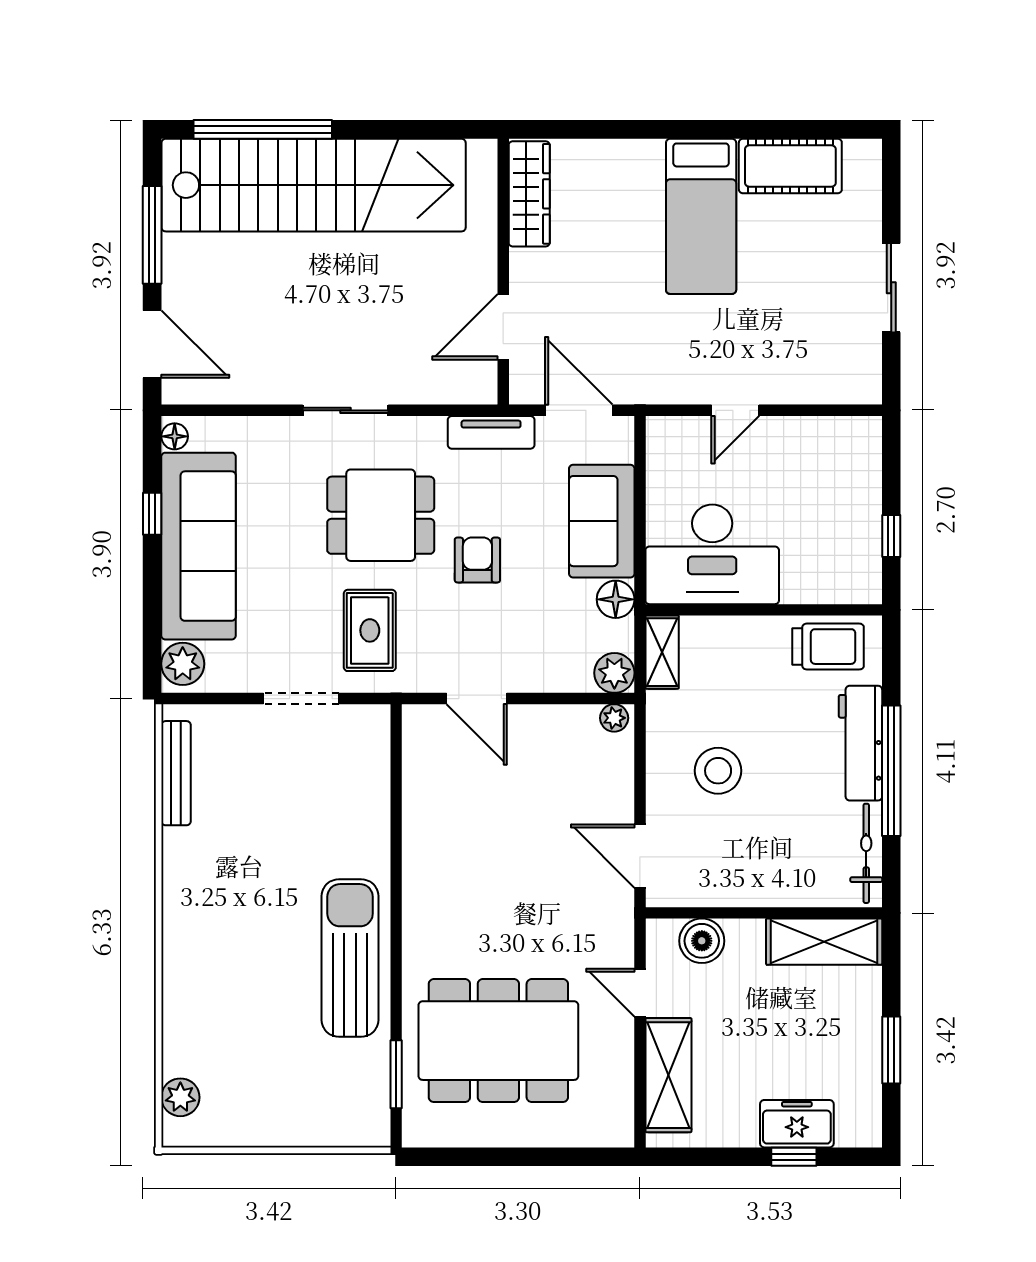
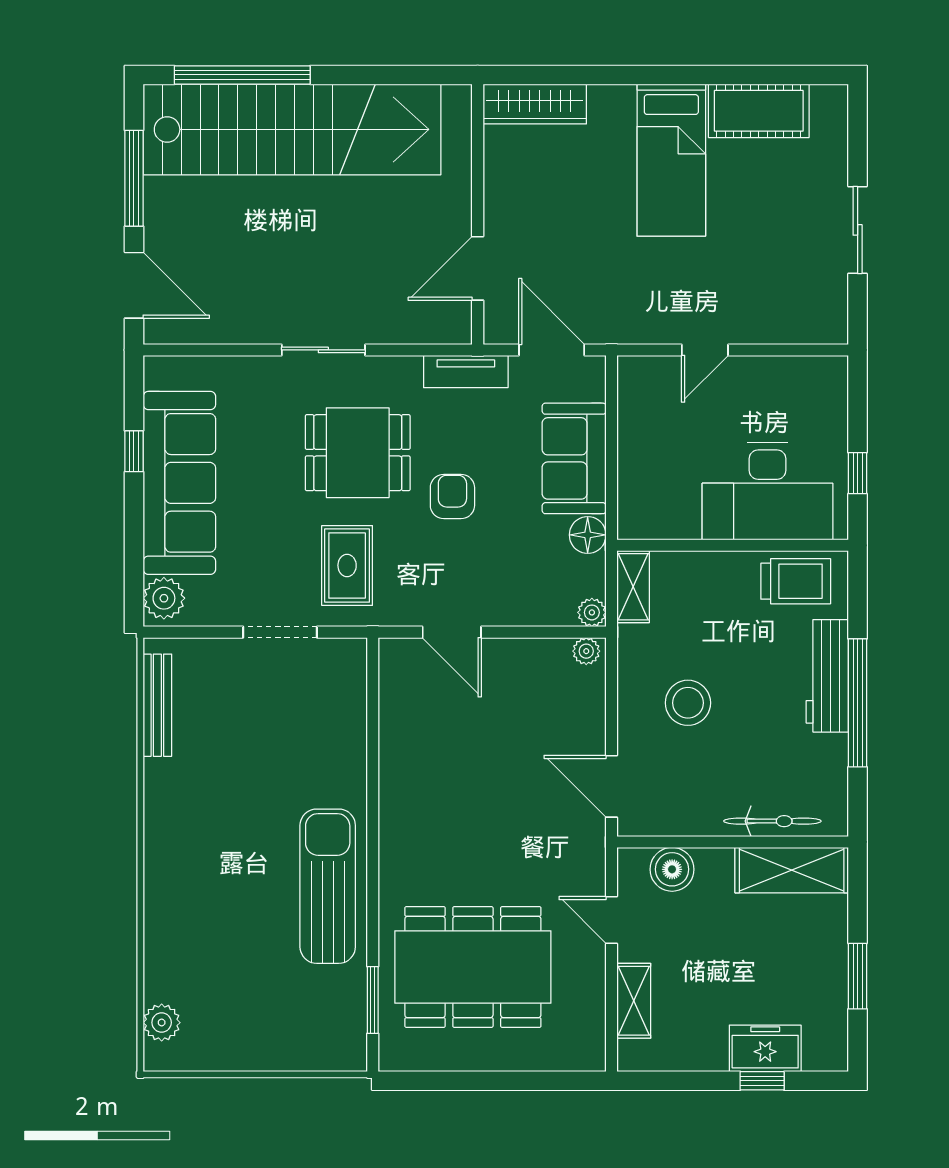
wardrobe: (529, 194) -> (535, 104), moved, turned 90
floor lamp: (175, 436) -> (156, 376), removed
desk: (712, 554) -> (768, 491), moved
plant: (614, 673) -> (592, 612), width x0.73, depth x0.73
bicycle: (866, 853) -> (772, 821), moved, turned 90
shelving: (668, 1075) -> (634, 1001), width x0.67, depth x0.75

